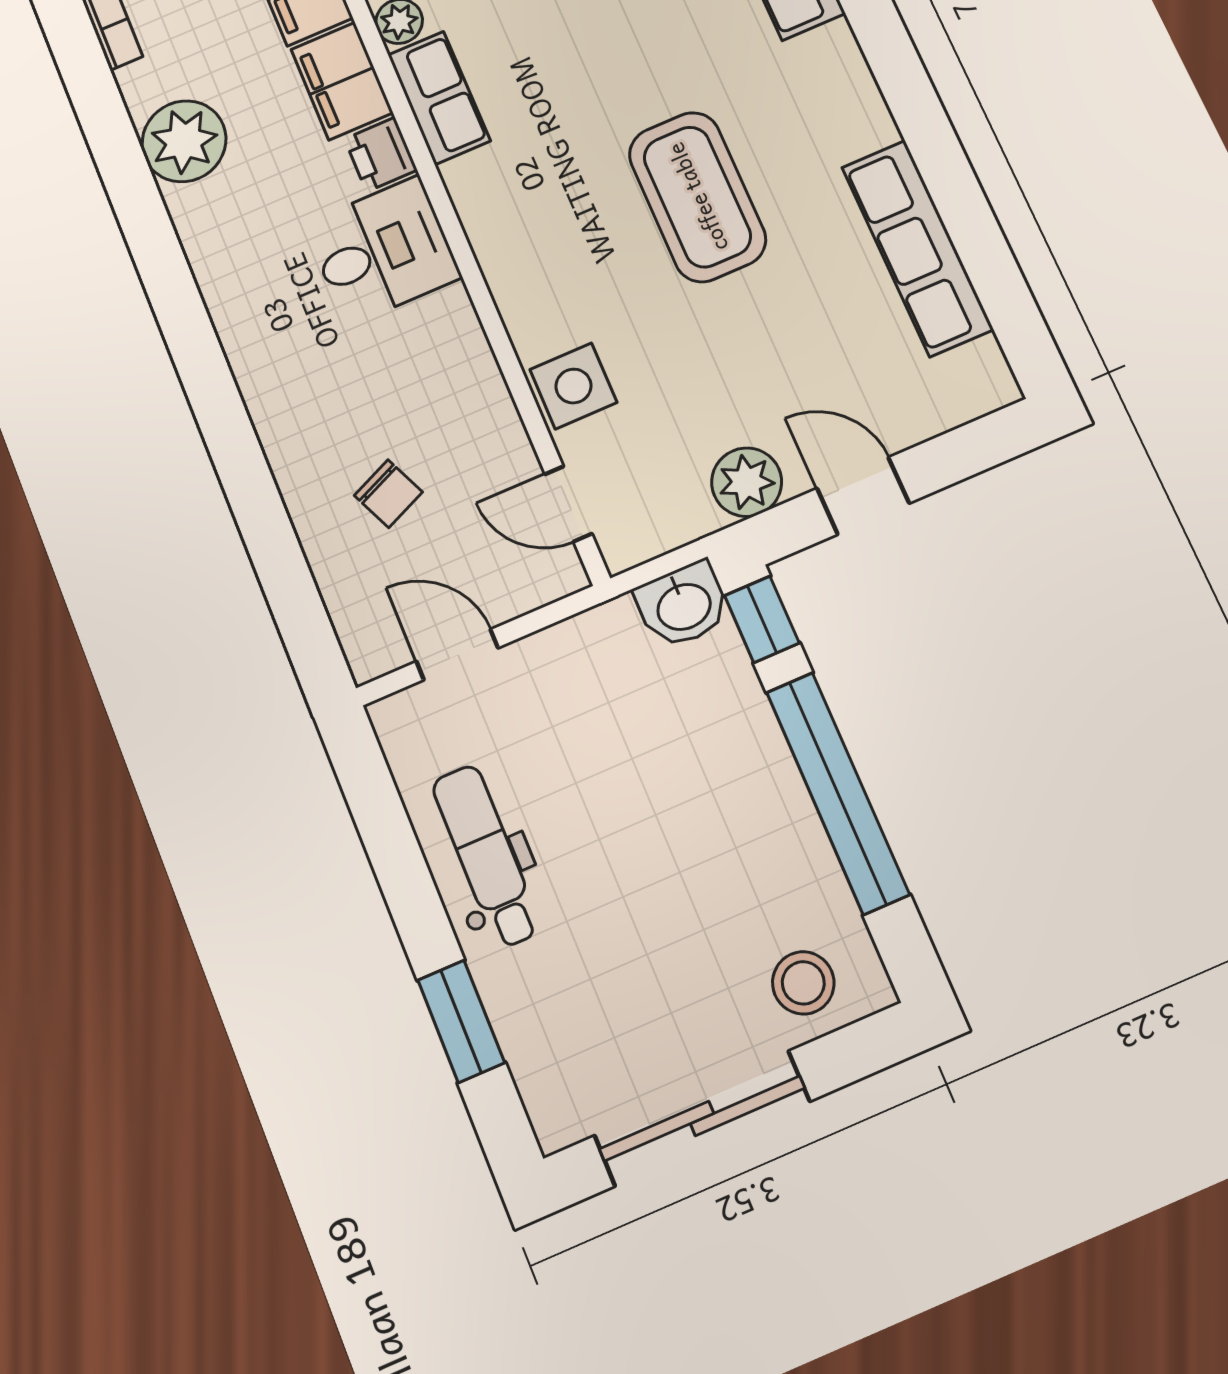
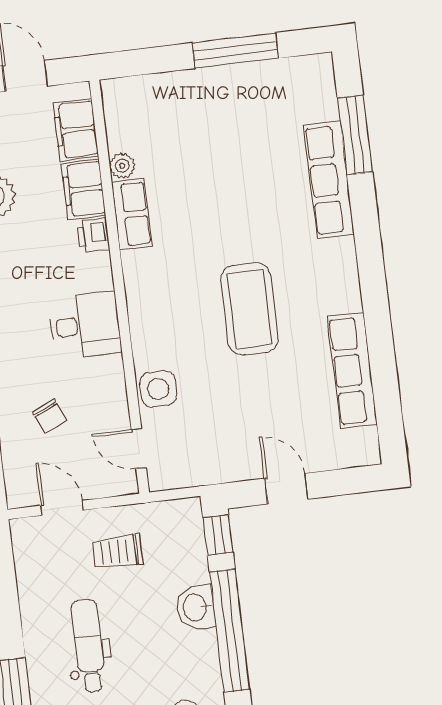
desk: (383, 251) -> (85, 326), moved
plant: (747, 482) -> (231, 464), removed
washbasin: (683, 605) -> (196, 607), moved, turned 90
trolley: (583, 706) -> (117, 552), added
dental chair: (486, 856) -> (89, 646), moved

